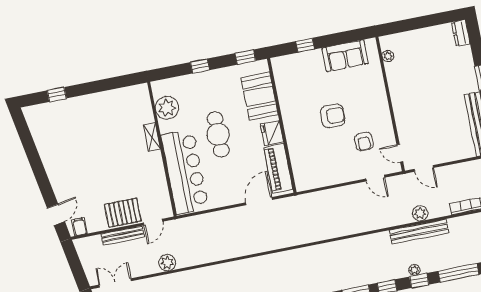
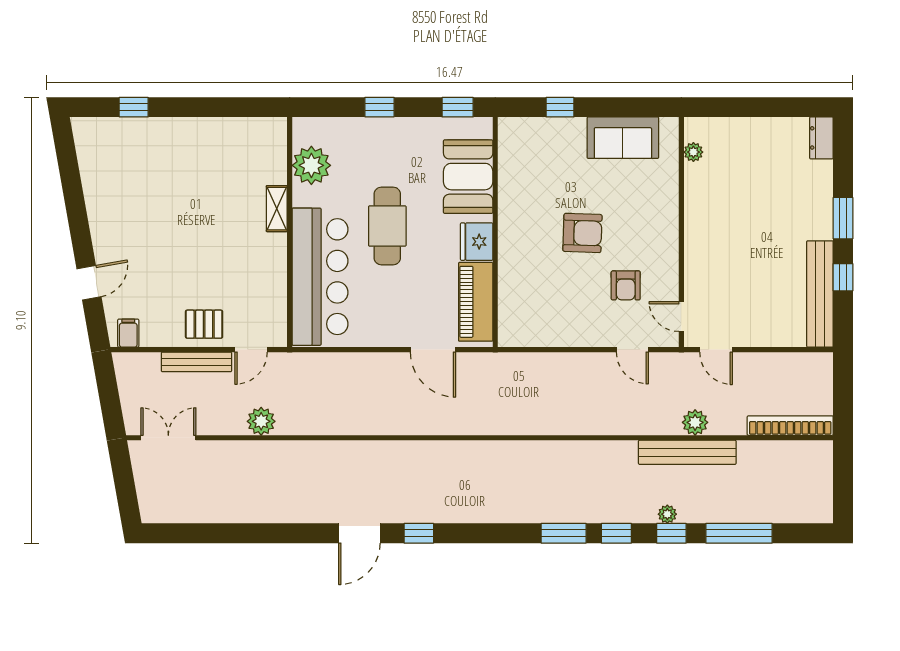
door: (259, 201) -> (433, 350), swing flipped
pallet: (123, 213) -> (204, 324), width x0.67, depth x0.71
door: (56, 215) -> (89, 283), moved

